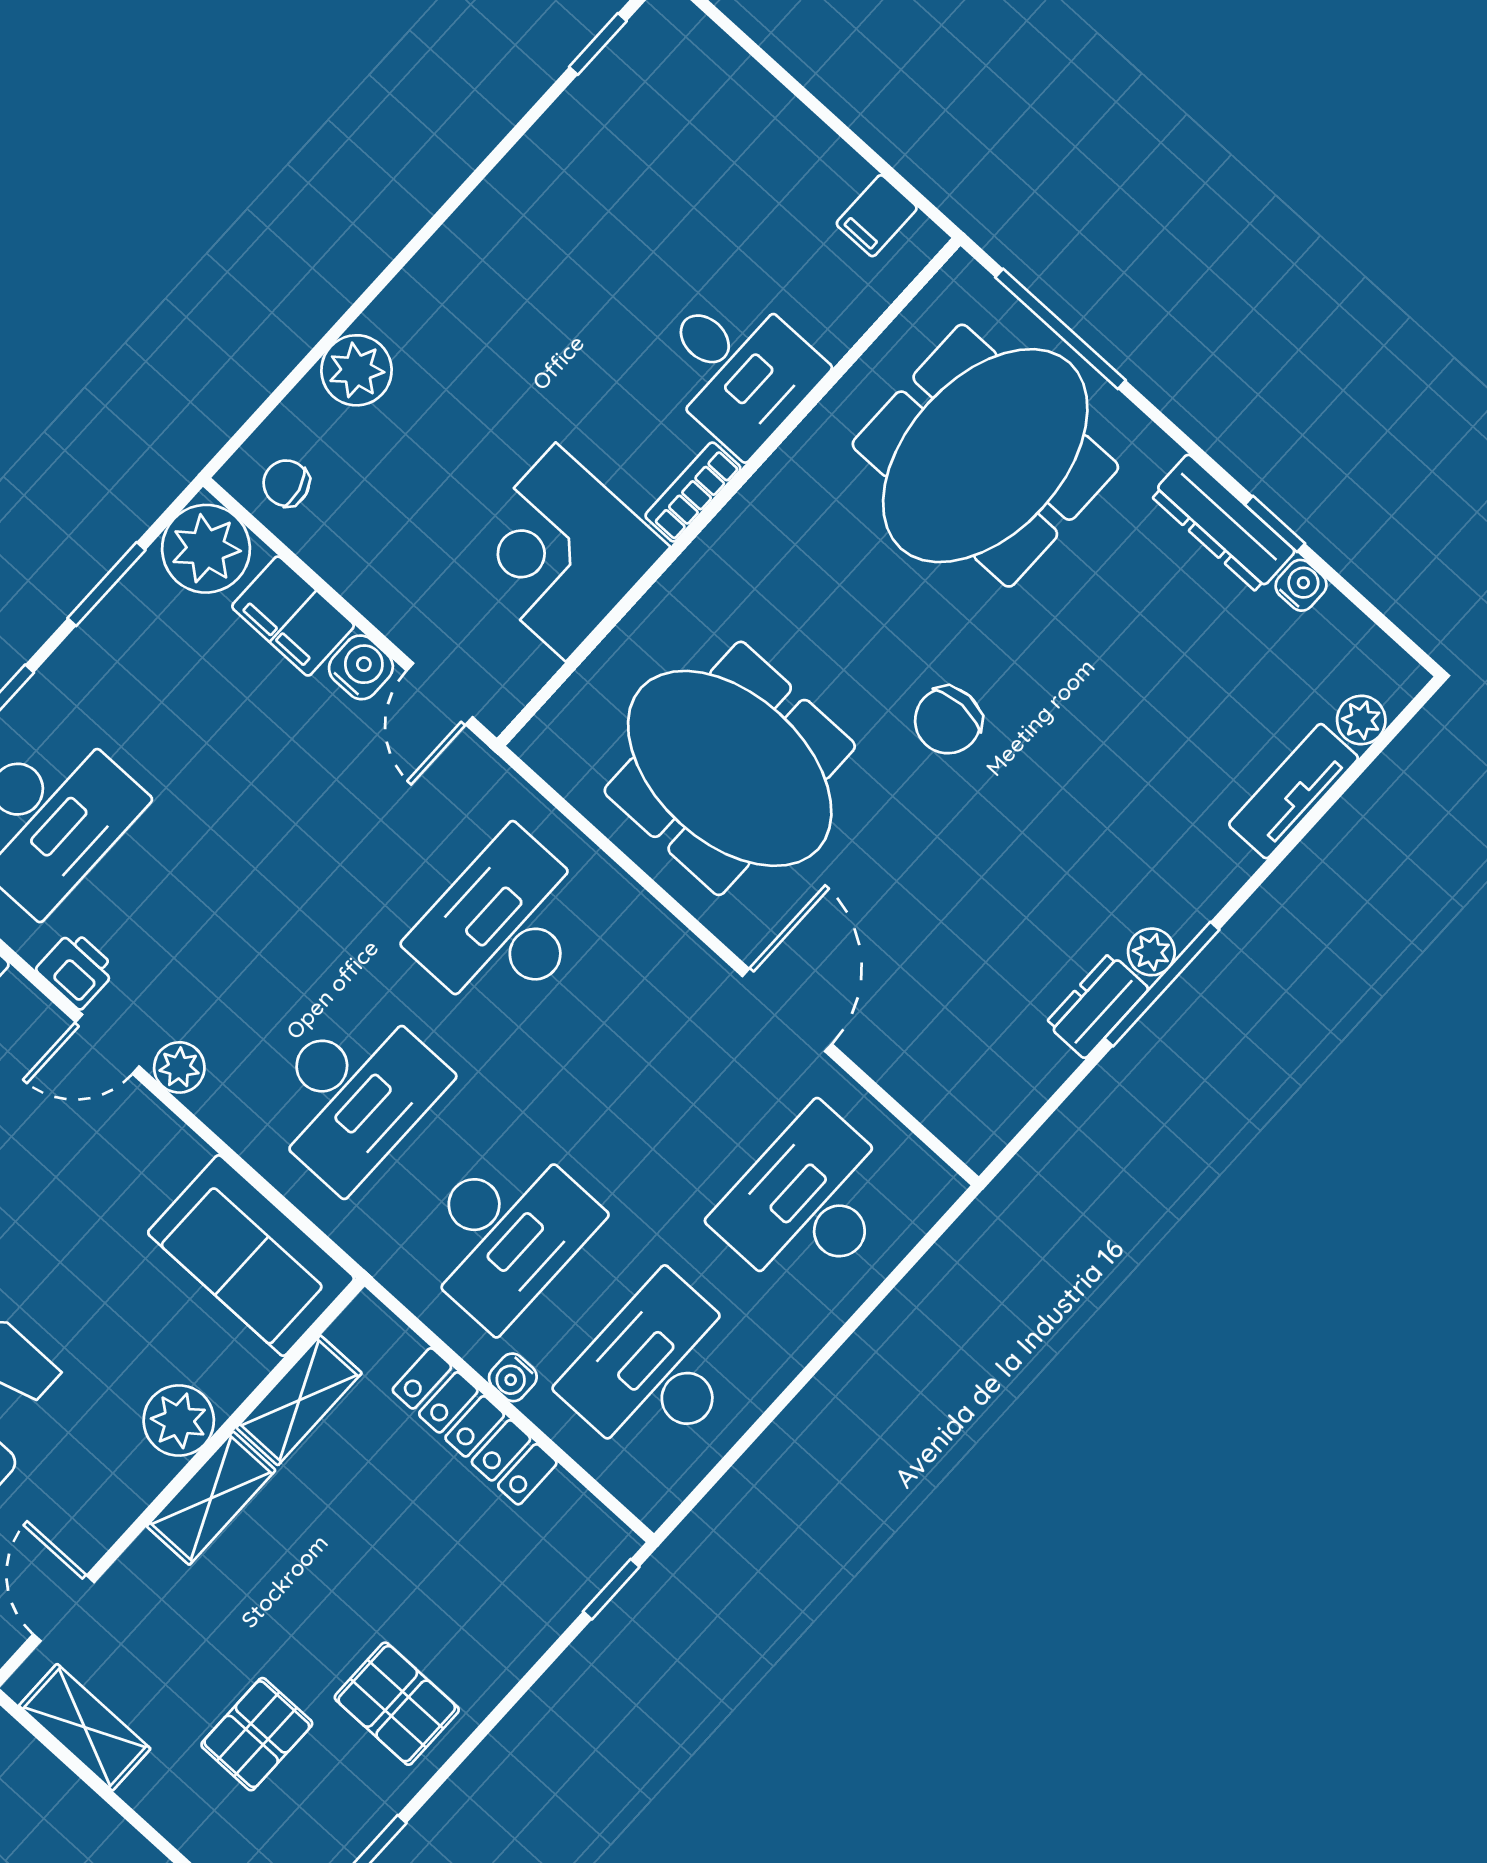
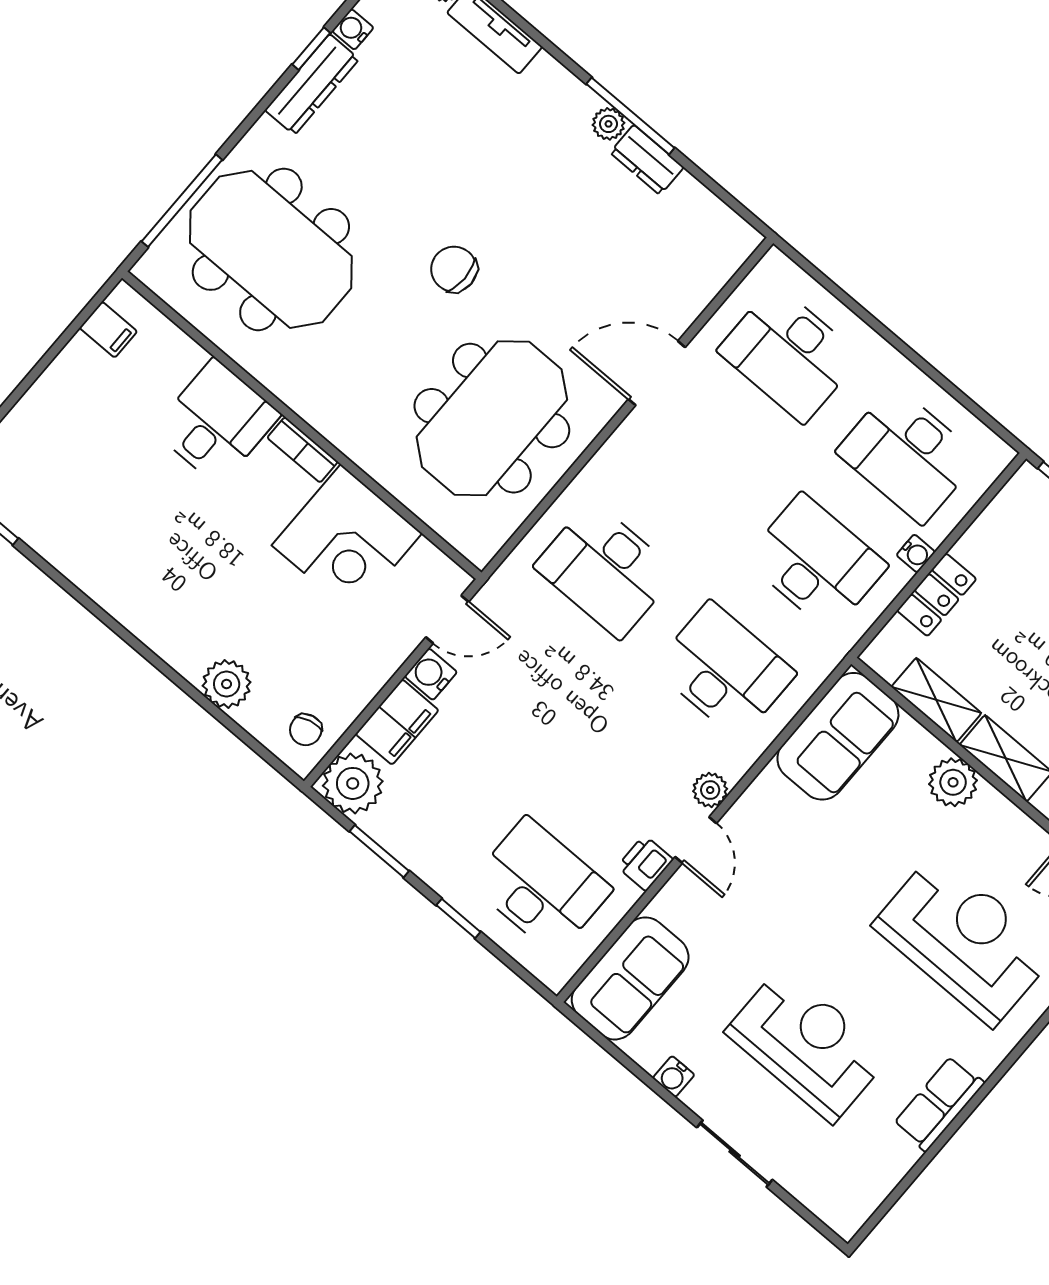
chair: (948, 720) -> (454, 269), turned 180
locker: (475, 1426) -> (937, 595), width x0.66

